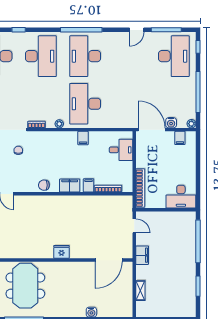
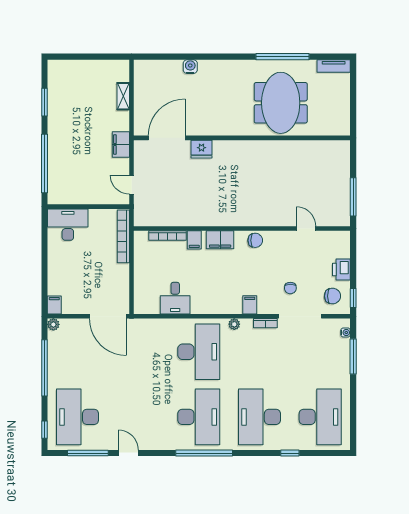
door: (137, 30) -> (128, 453), hinge flipped
water cooler: (171, 123) -> (81, 326), removed
filing cabinet: (83, 138) -> (250, 305), moved
filing cabinet: (180, 138) -> (54, 305), moved
desk: (121, 150) -> (175, 298), moved, turned -90
fridge: (61, 252) -> (201, 149), moved

